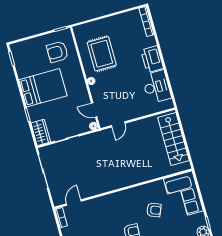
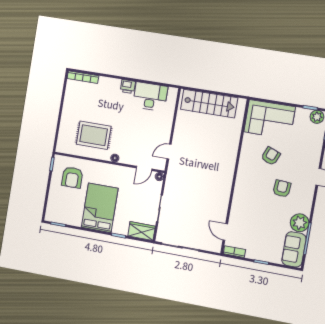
printer: (152, 59) -> (128, 86), width x0.53, depth x0.68
door: (118, 124) -> (169, 152), swing flipped

